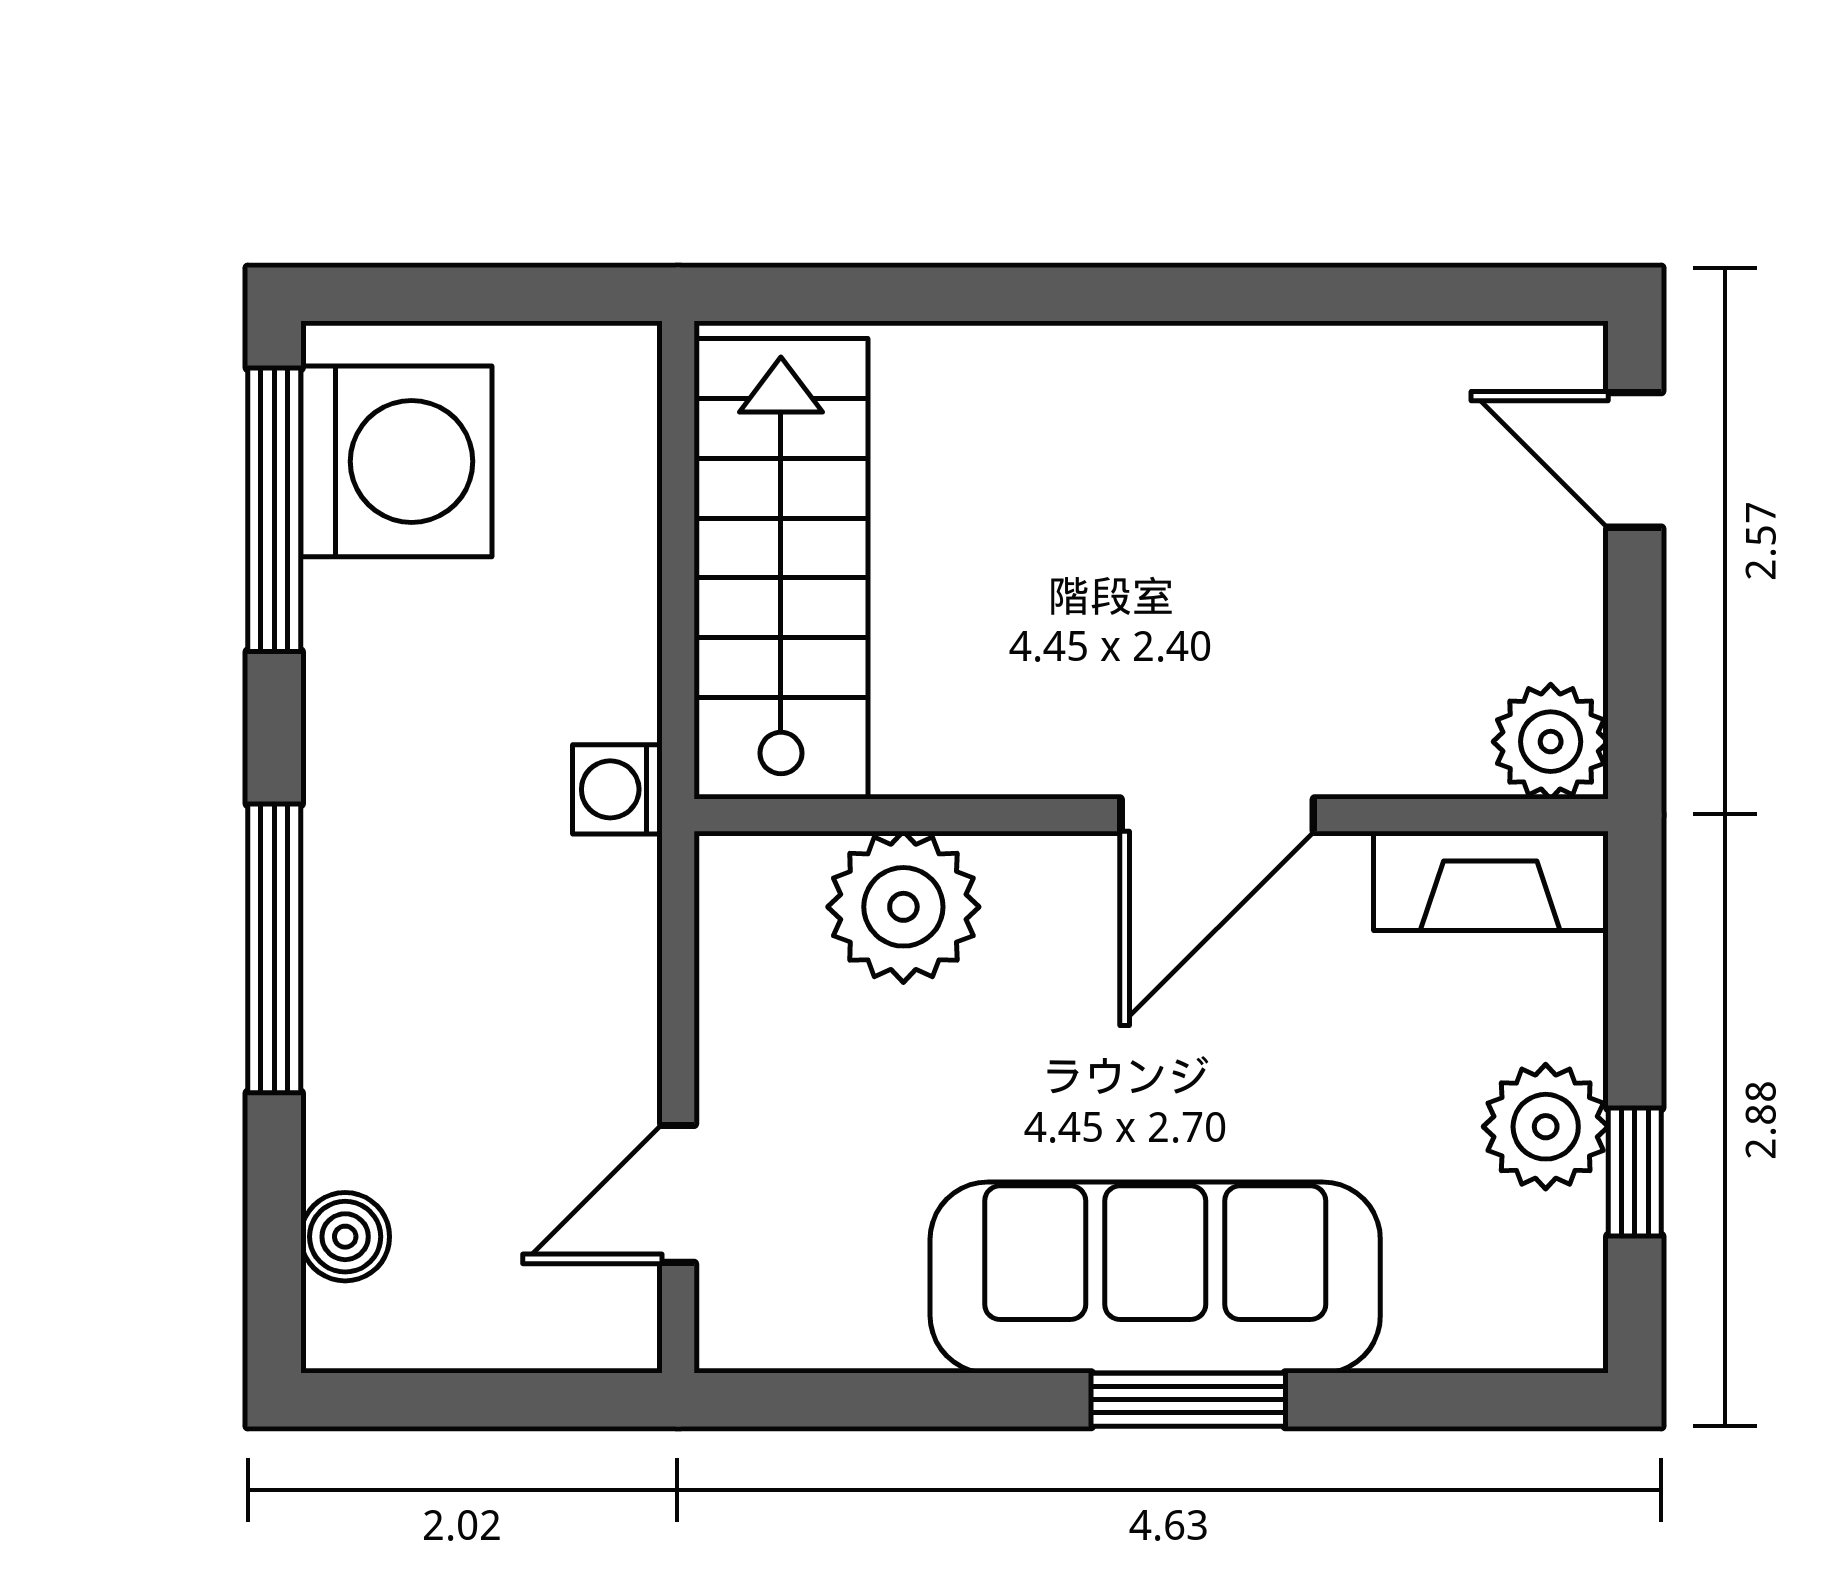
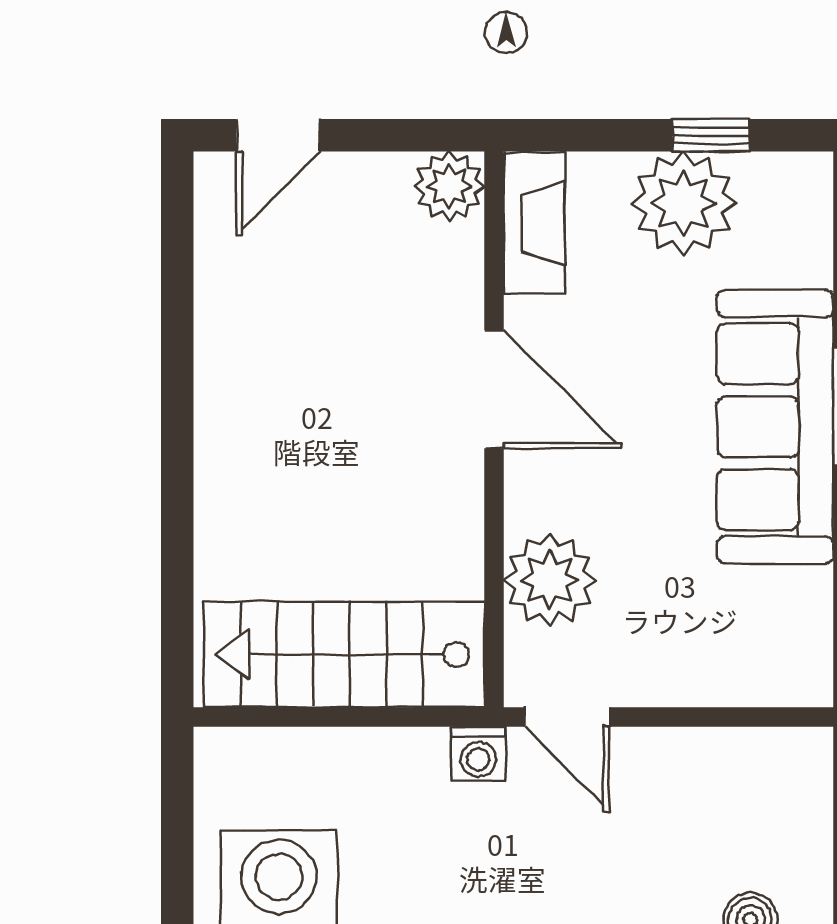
plant: (1546, 1127) -> (683, 203), width x1.36, depth x1.36
door: (678, 1194) -> (567, 717), moved

